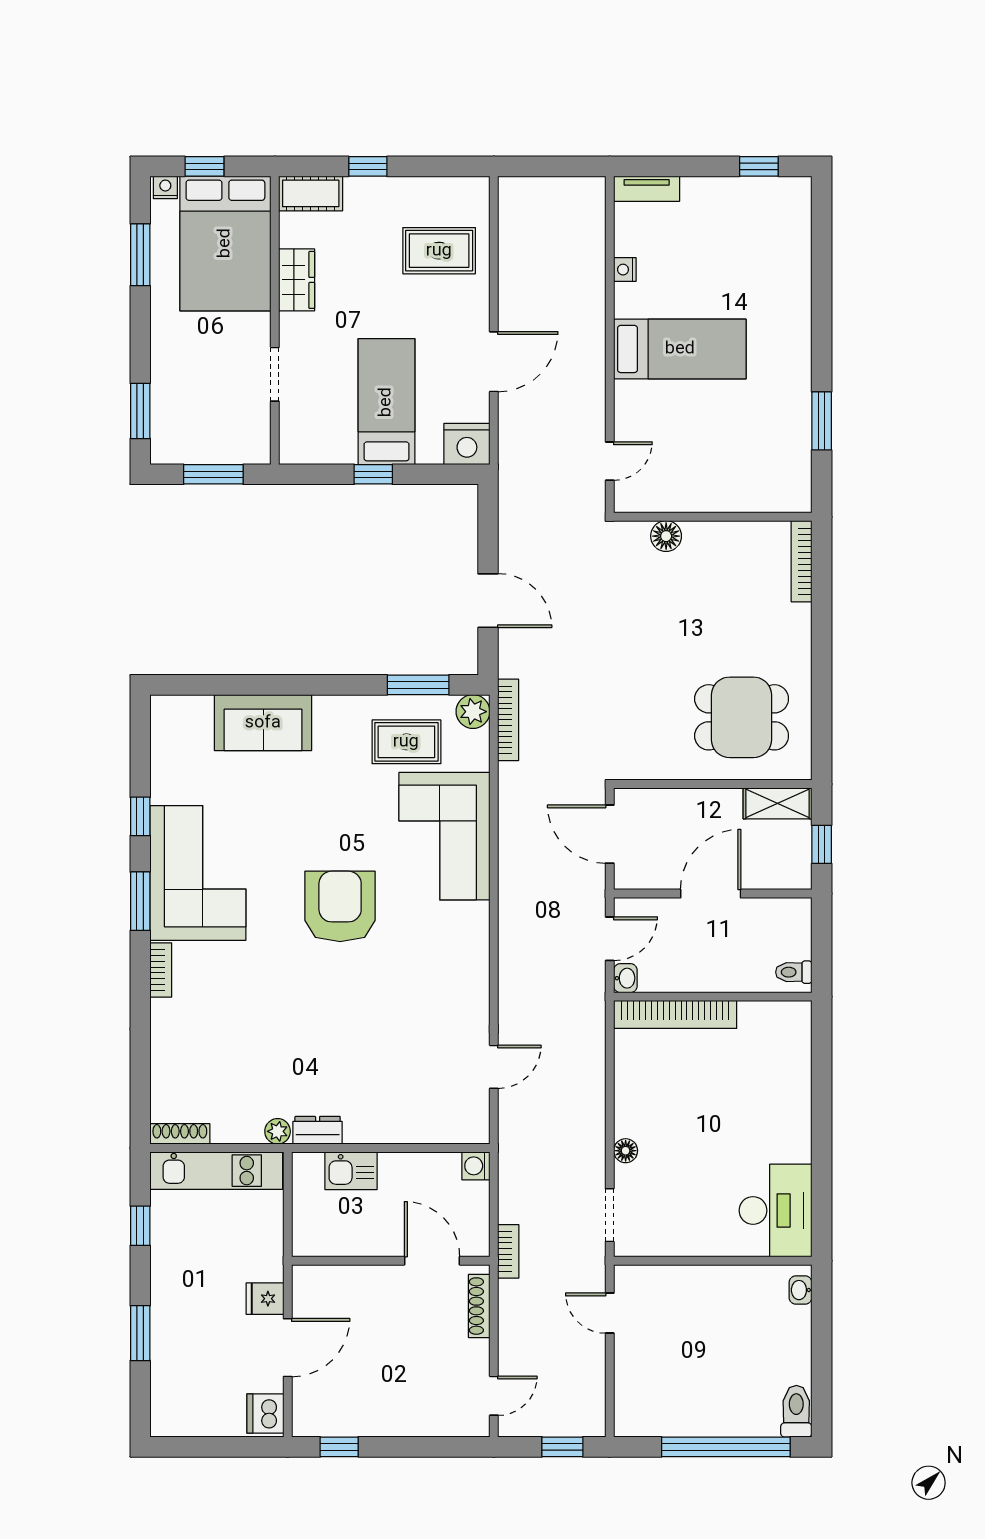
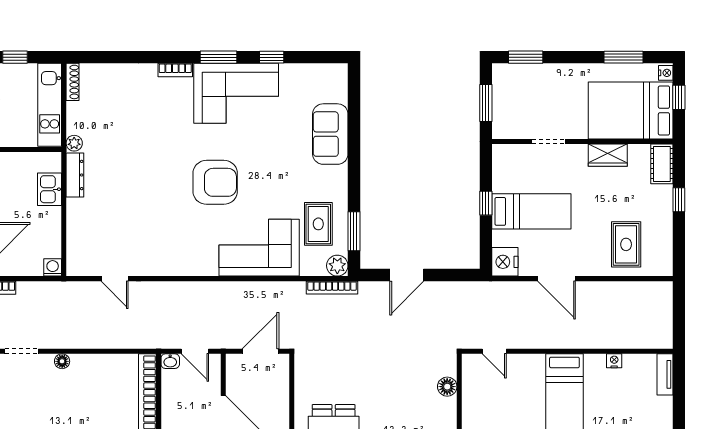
dresser: (318, 1130) -> (75, 175), width x1.44

